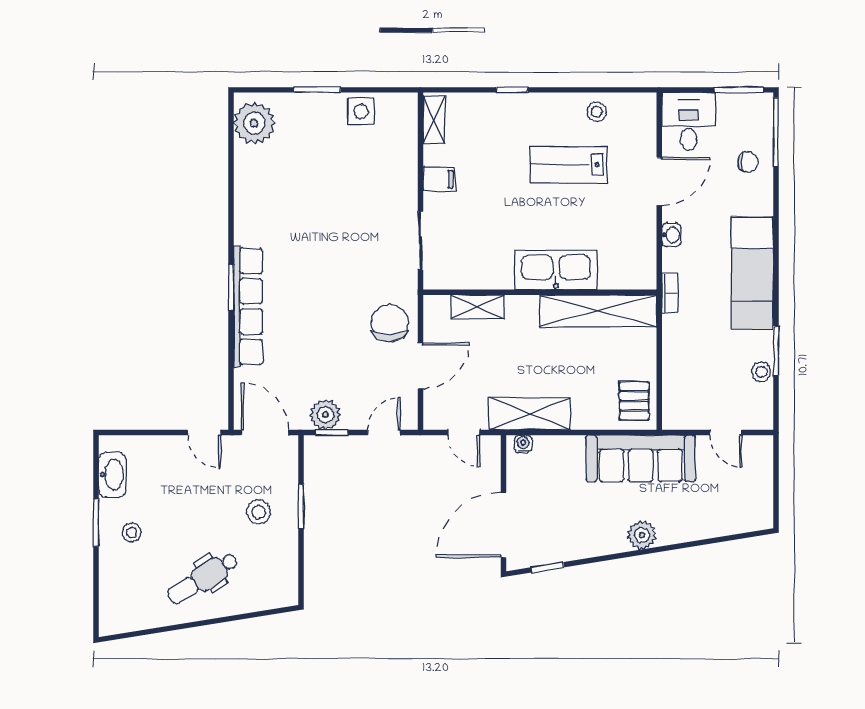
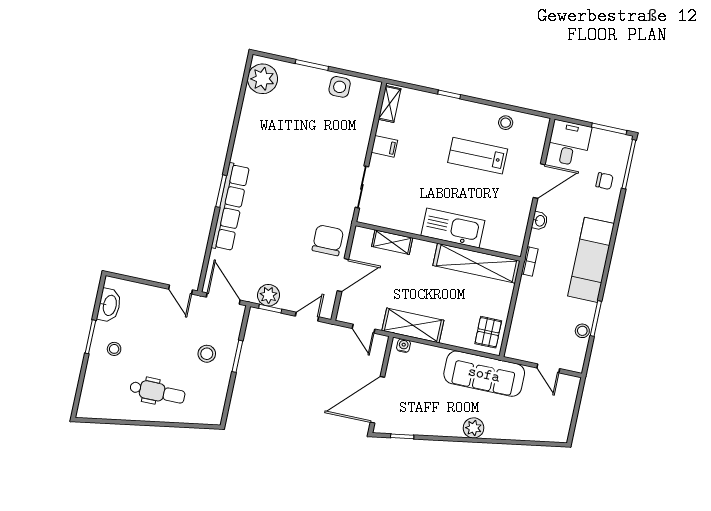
dental chair: (203, 578) -> (157, 392), turned -148

